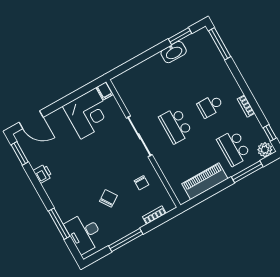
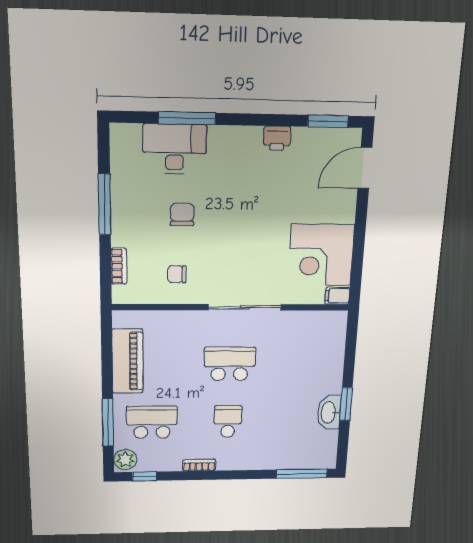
window: (180, 36) -> (346, 404), moved
chair: (108, 198) -> (182, 214), turned -146
desk: (84, 233) -> (175, 149), moved

